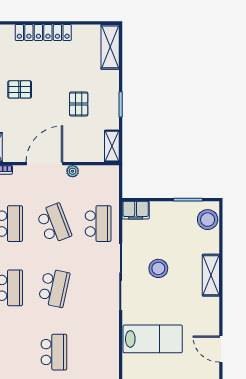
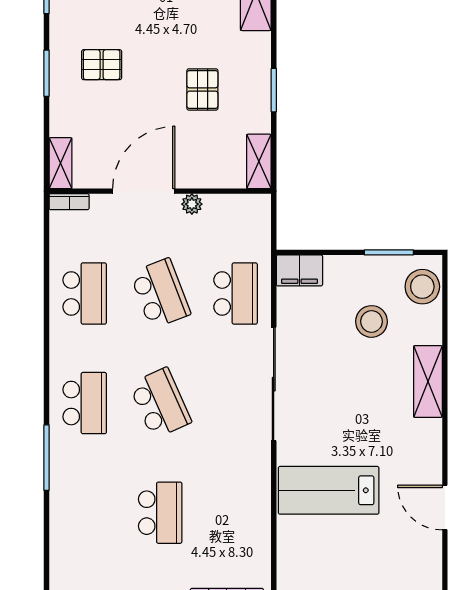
stool: (158, 268) -> (371, 321), moved
school desk: (54, 288) -> (160, 403), turned -36
lab bench: (153, 339) -> (329, 490), turned 180

